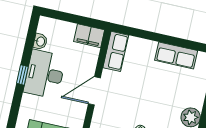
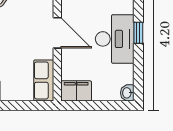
washbasin: (40, 41) -> (127, 93), moved
door: (94, 91) -> (57, 33), hinge flipped

